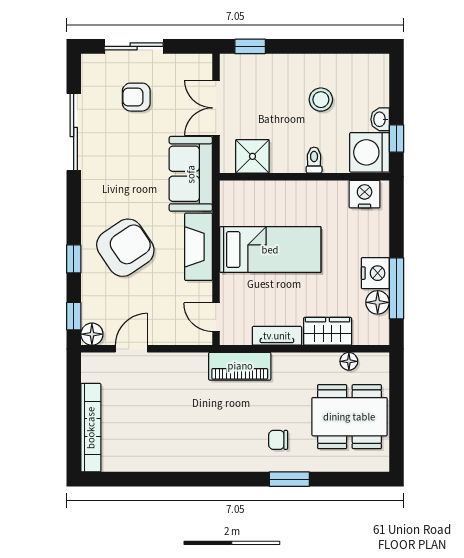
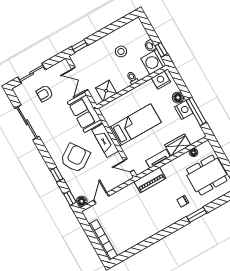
floor lamp: (378, 302) -> (178, 98), moved

